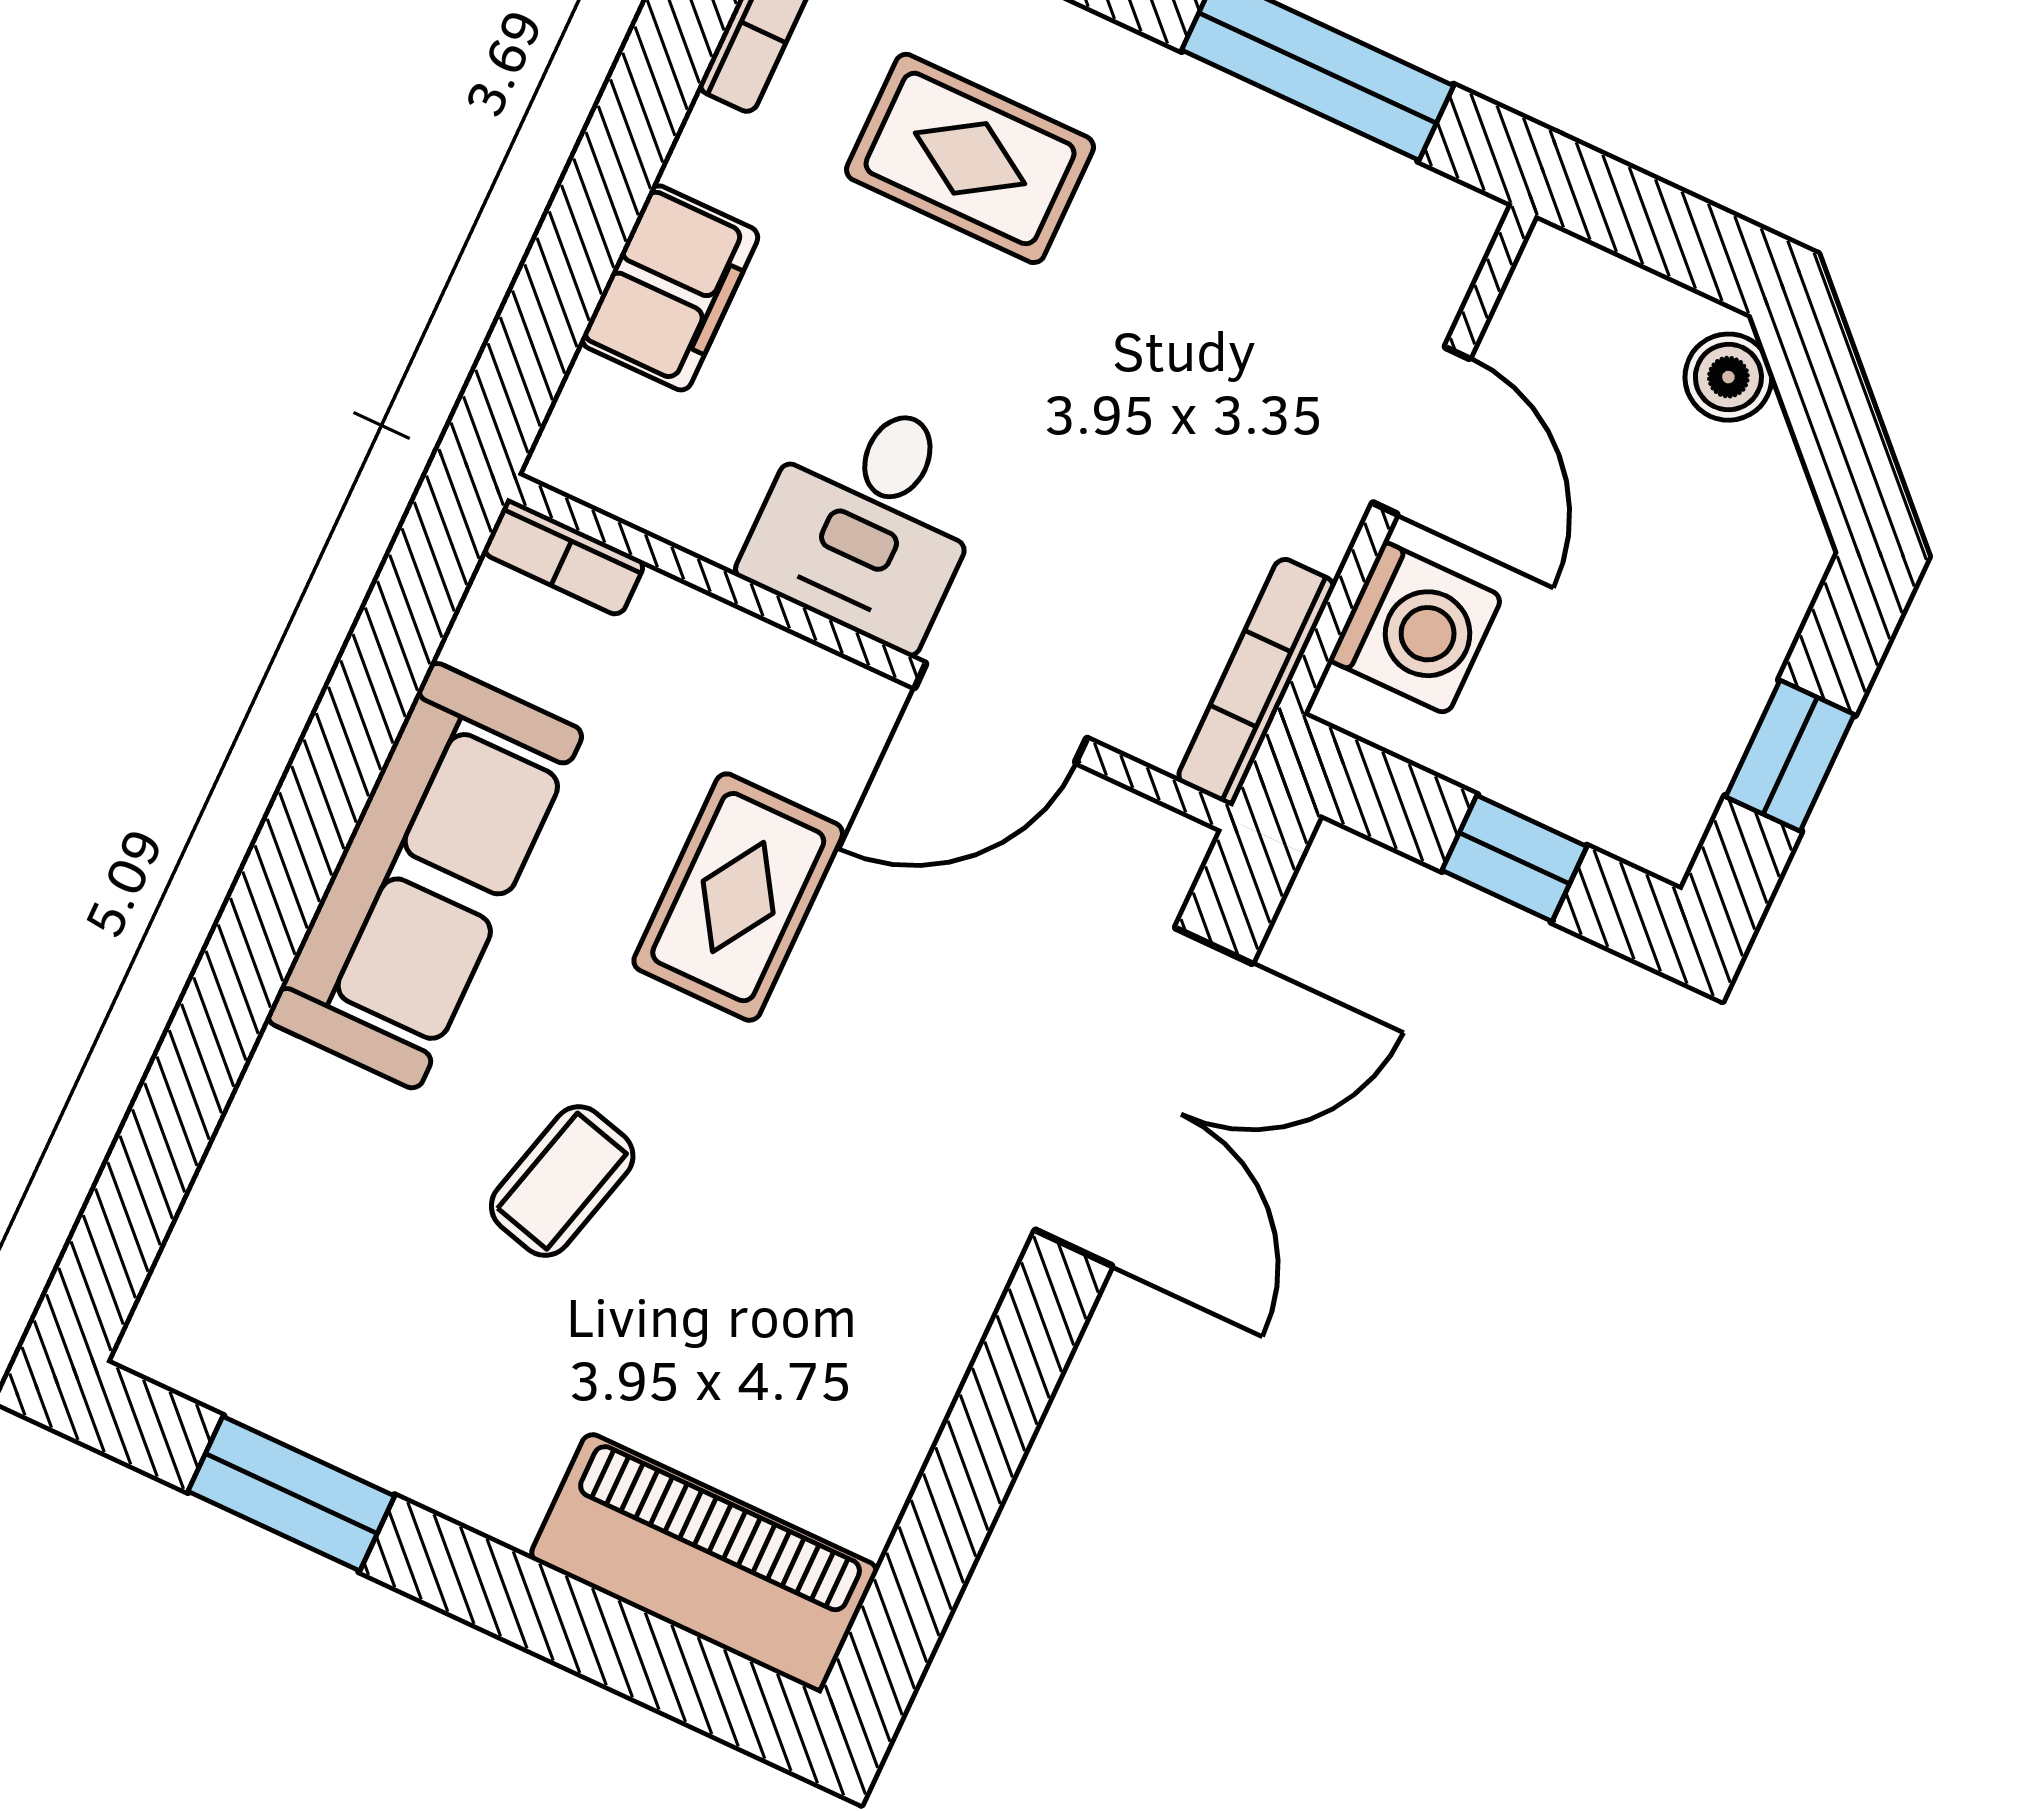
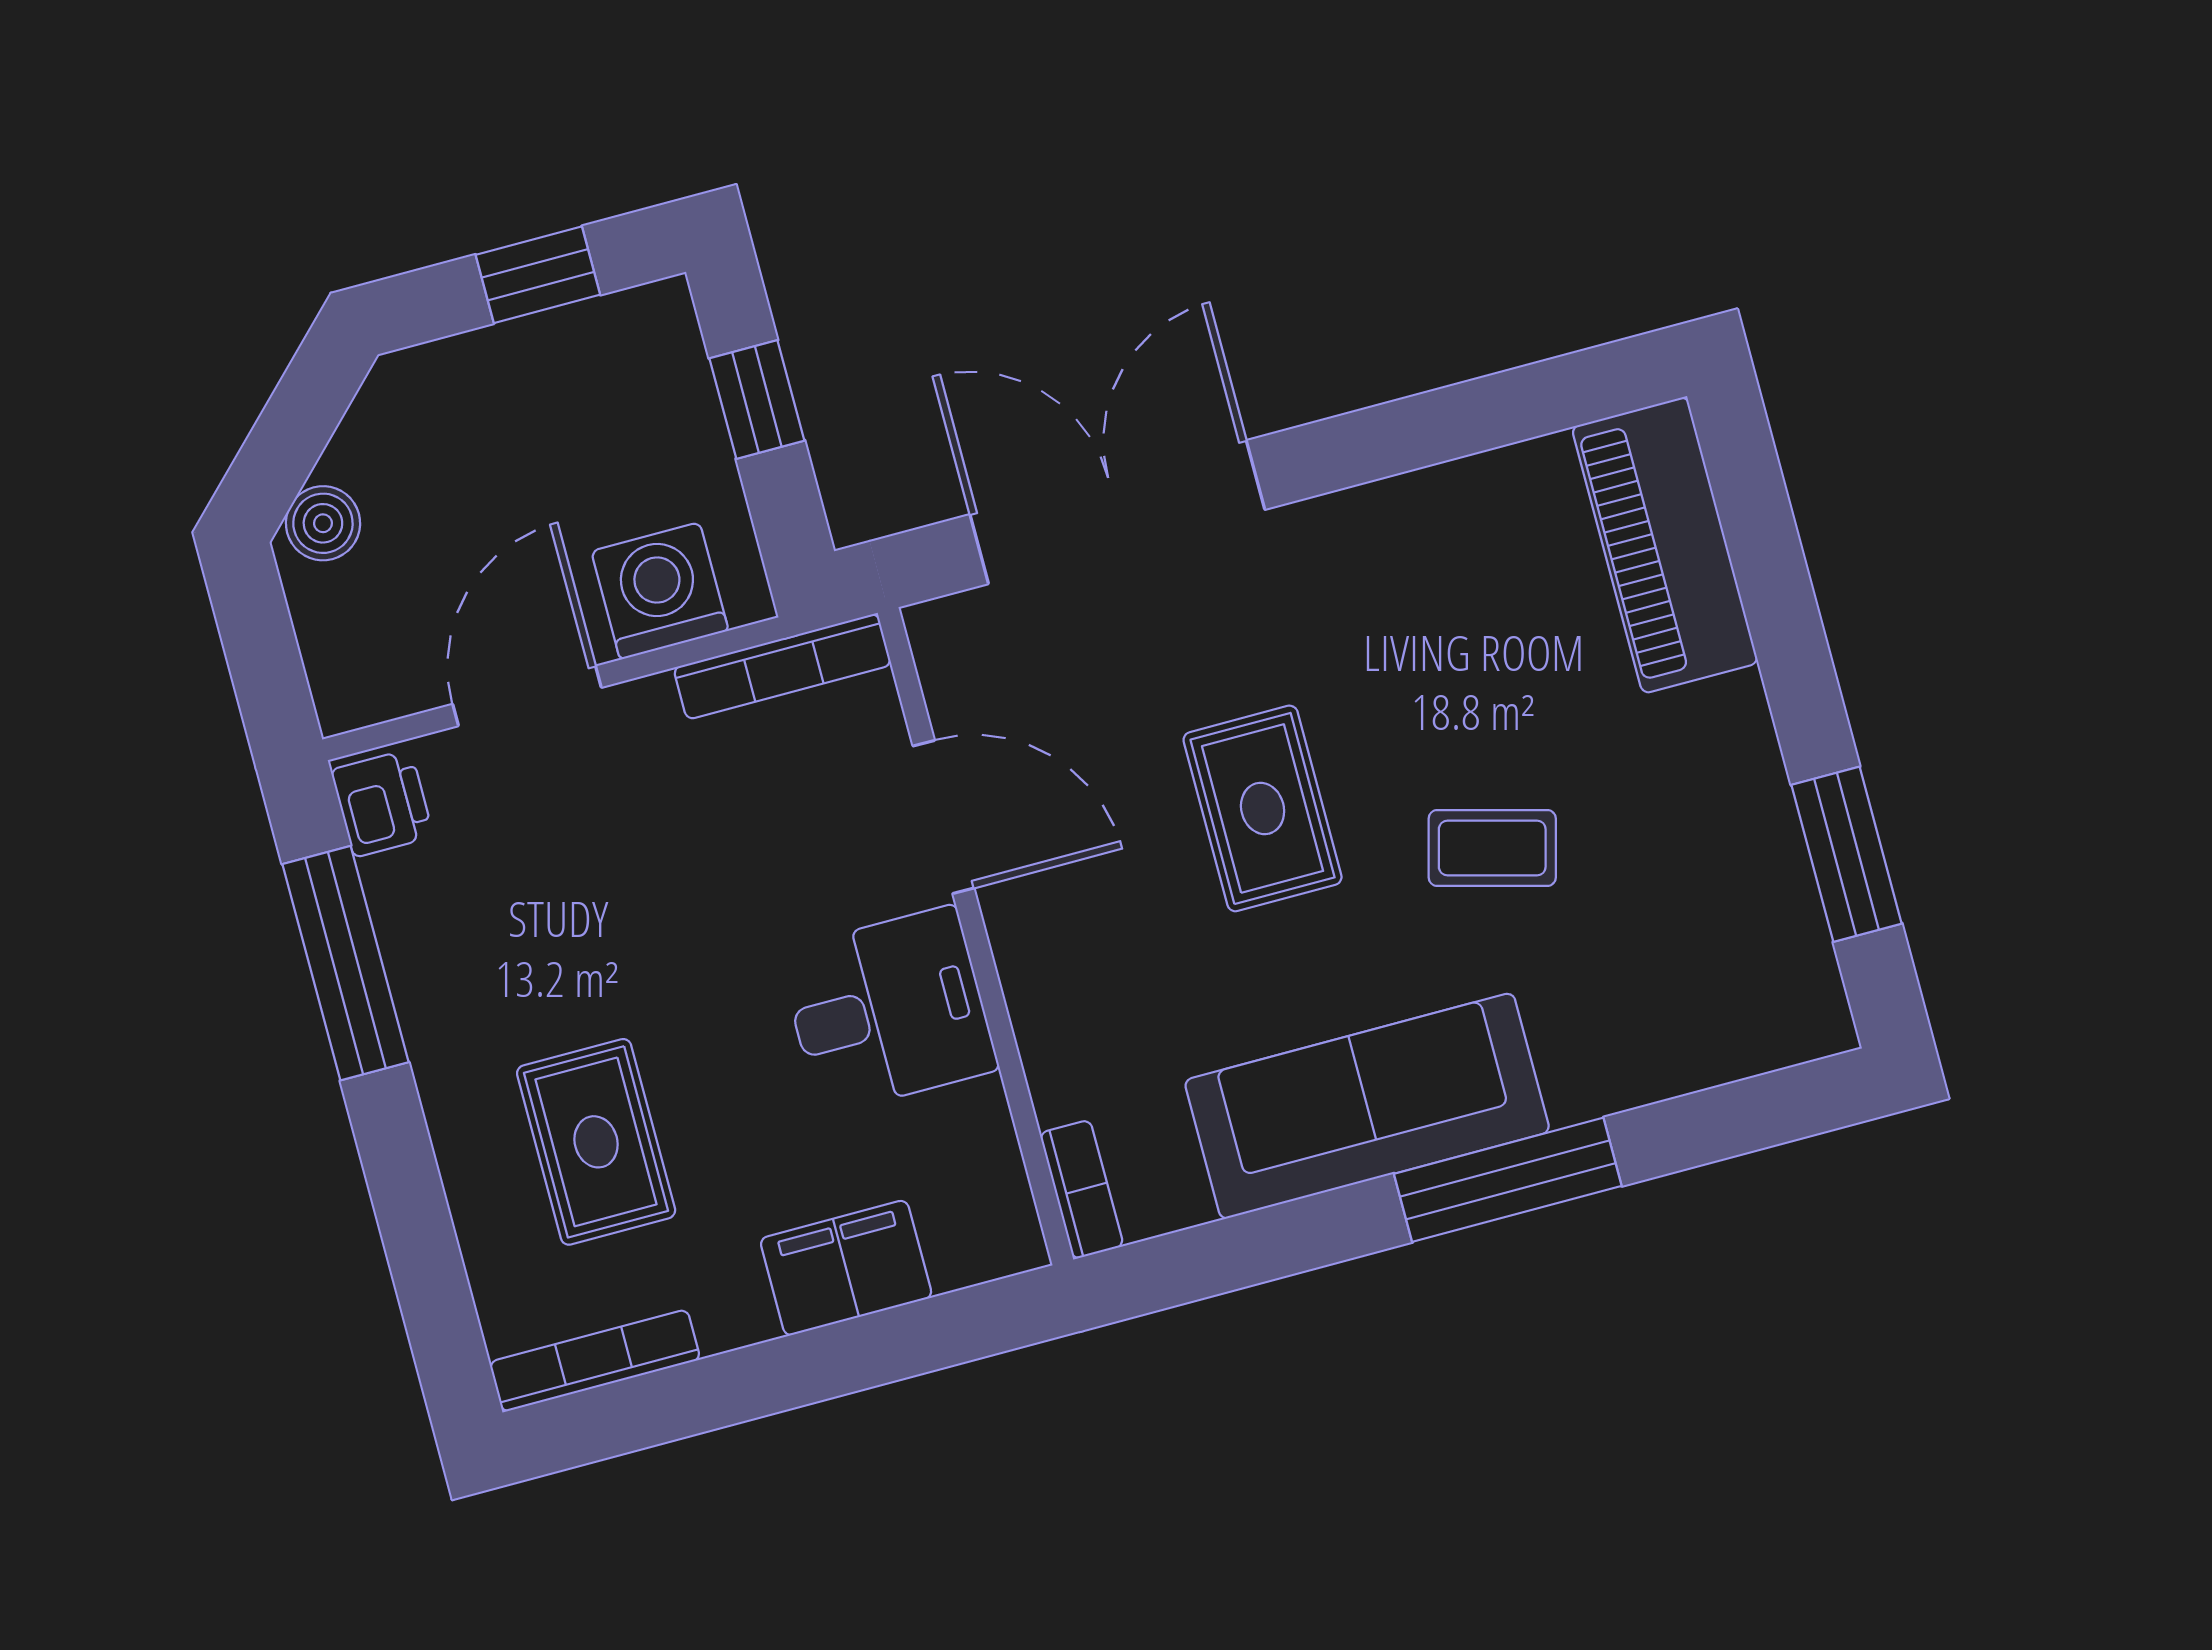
printer: (1433, 221) -> (382, 803), added
rug: (738, 897) -> (1263, 808), moved, turned 90
window: (253, 947) -> (1508, 1180), added

